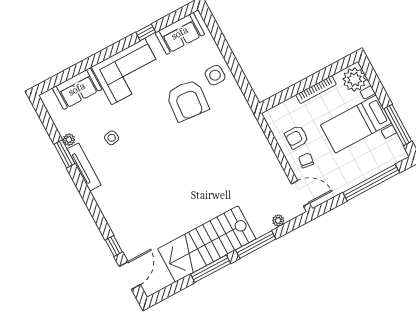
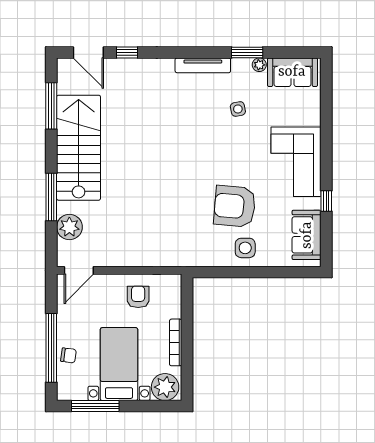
sofa: (77, 89) -> (292, 72), moved, turned -90
chair: (306, 160) -> (69, 355), moved
tv unit: (84, 167) -> (203, 65), moved
plant: (278, 220) -> (69, 227), width x1.87, depth x1.87
window: (211, 269) -> (51, 106), moved

